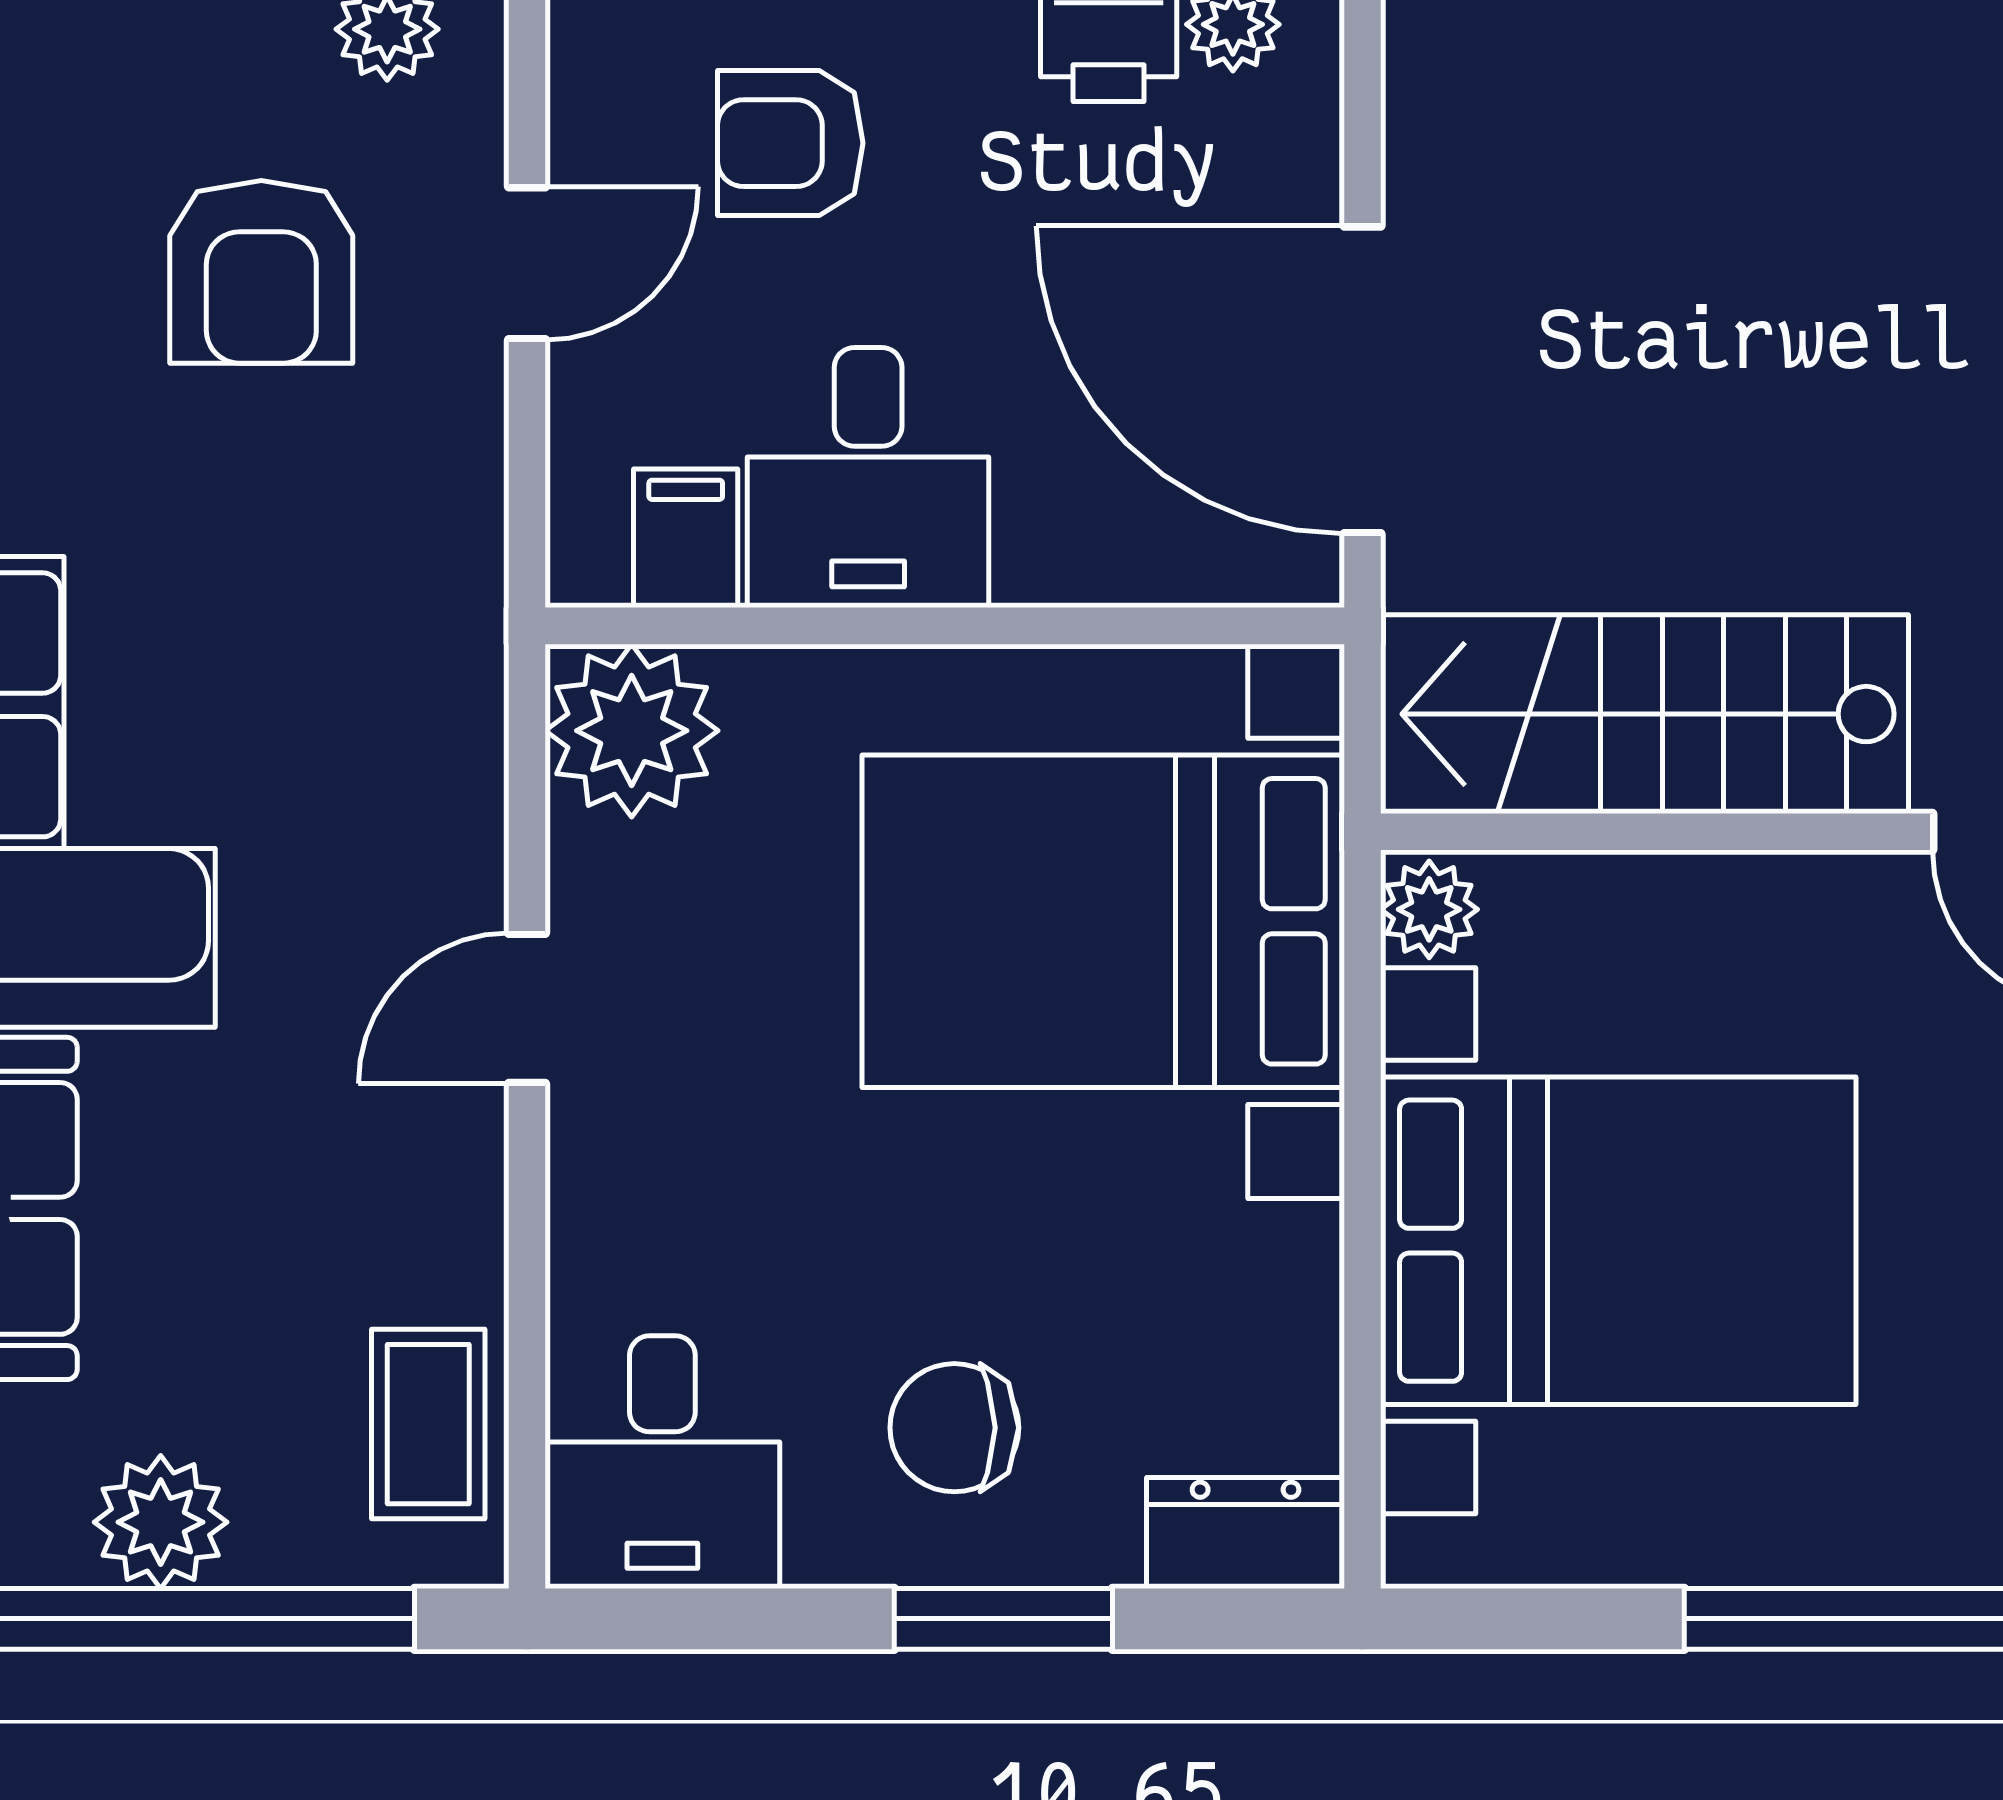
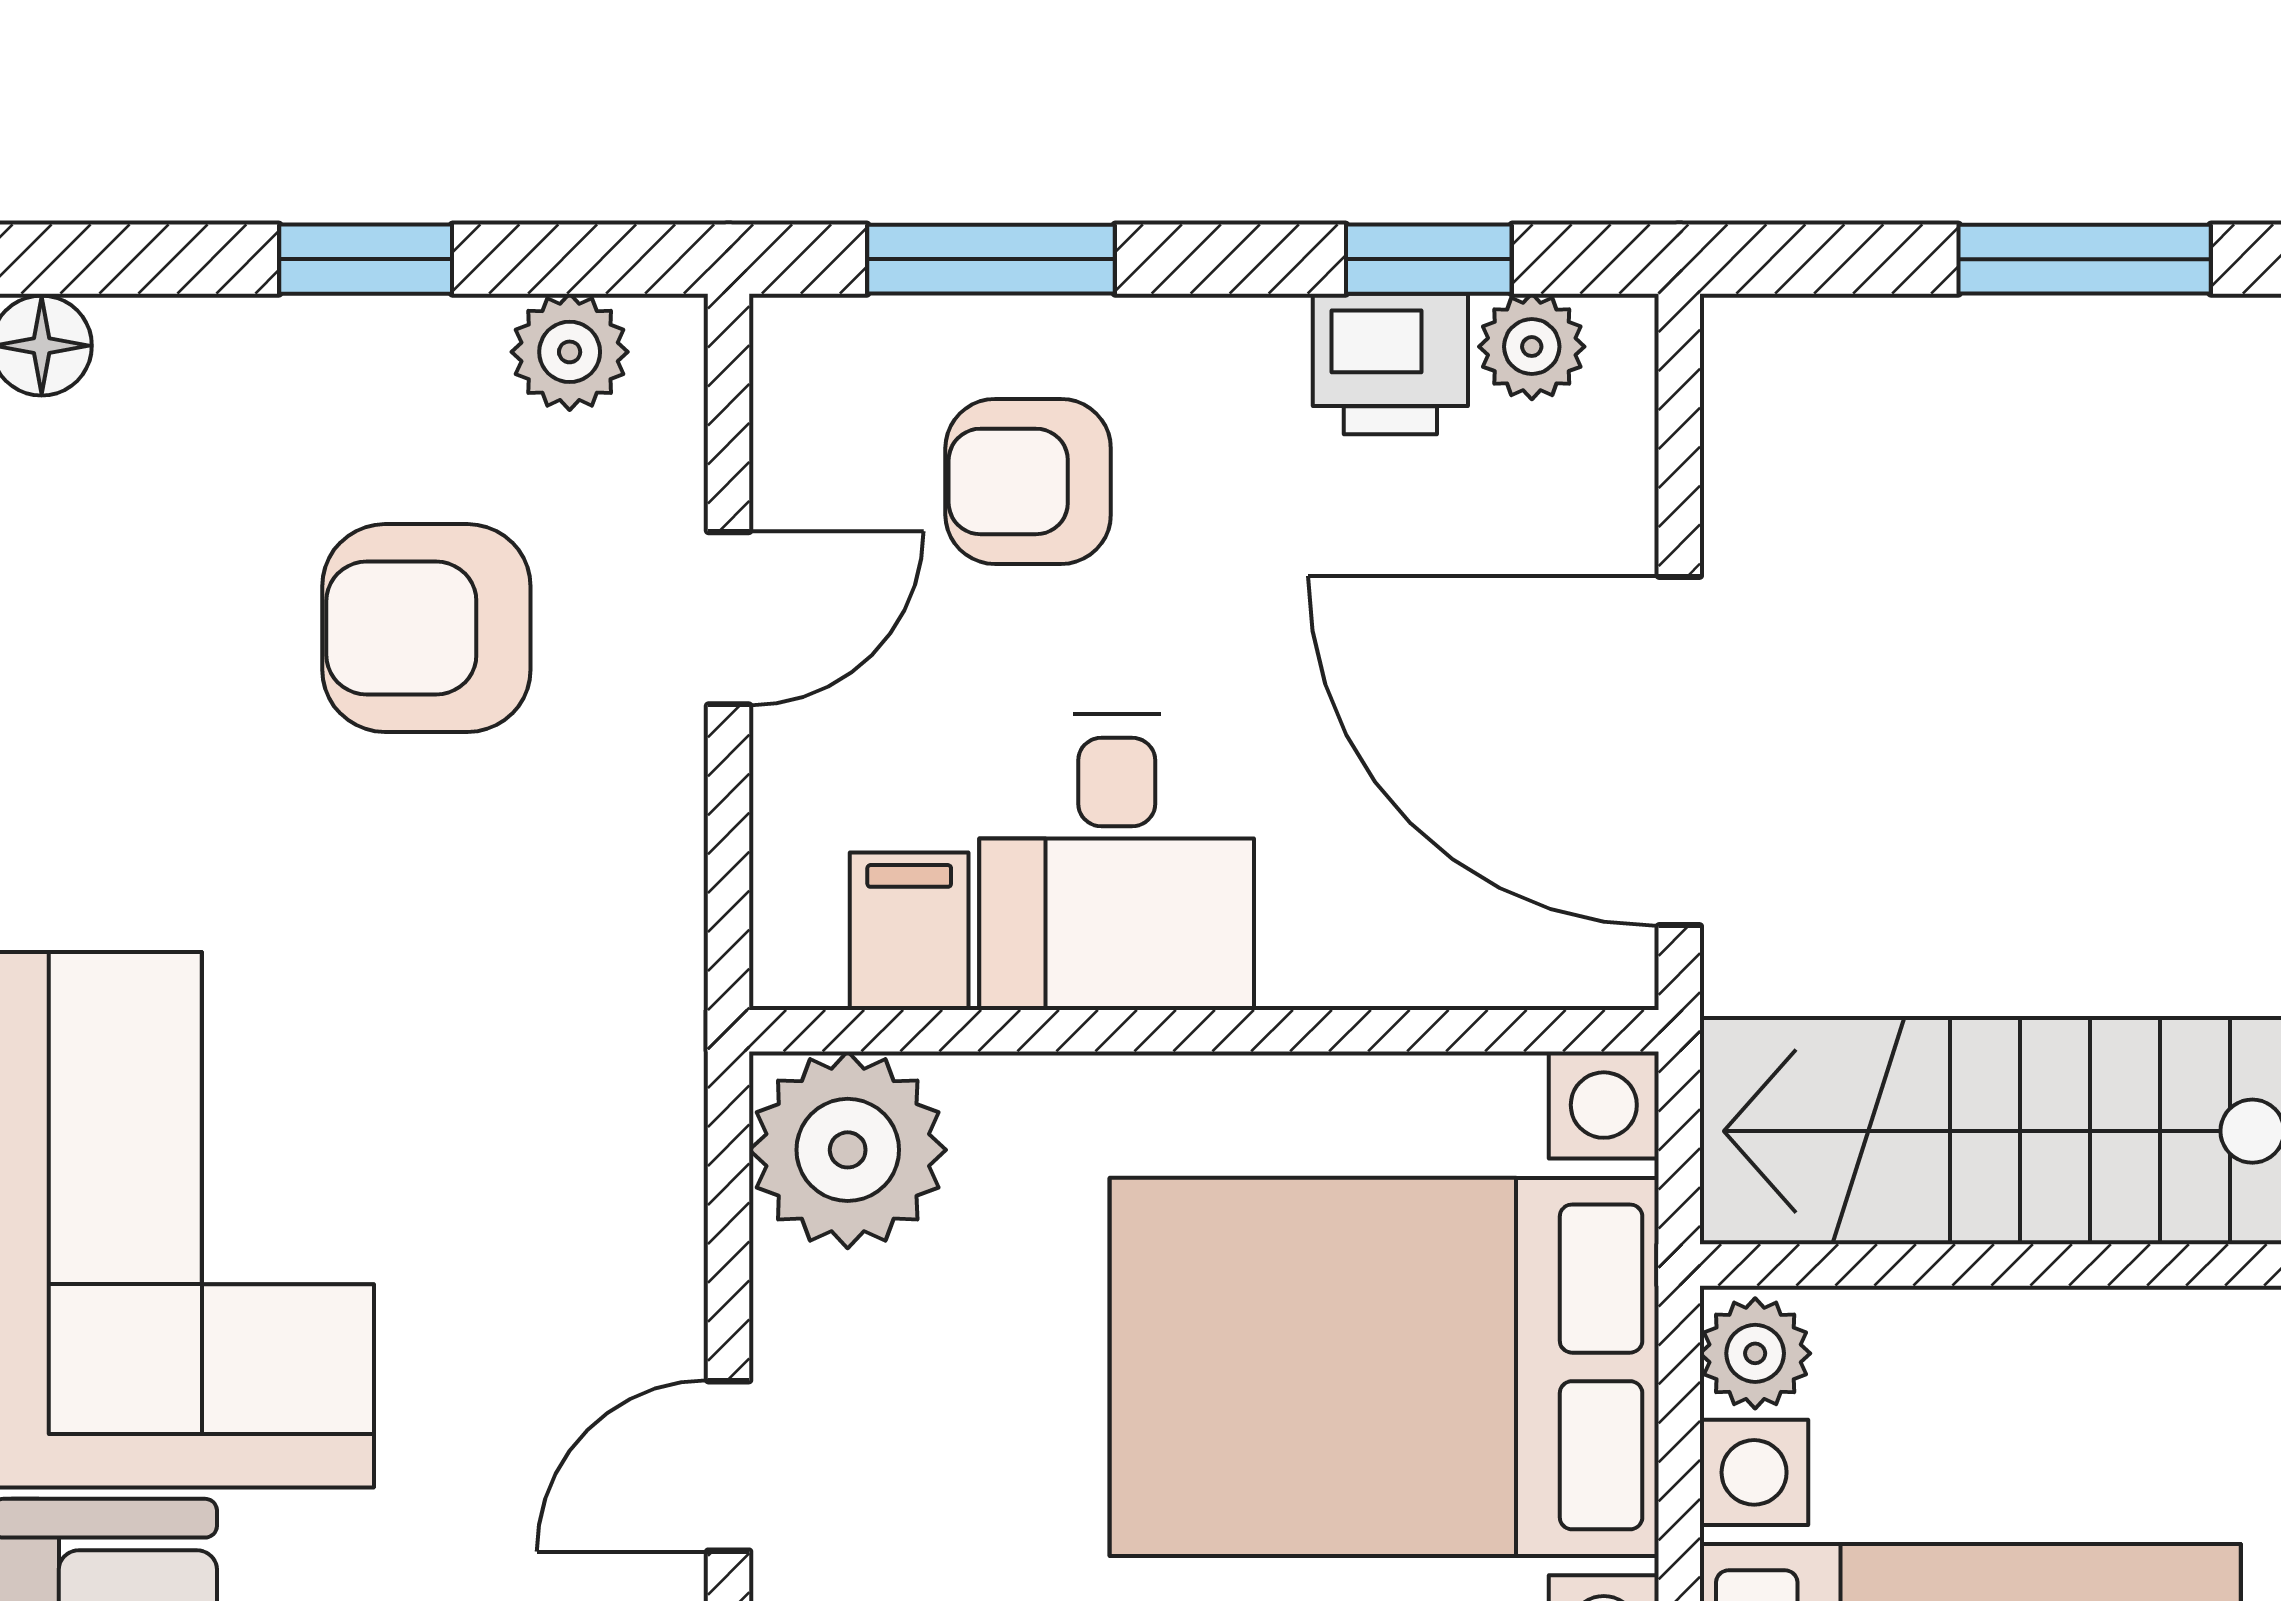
armchair: (261, 272) -> (426, 628), turned 90

